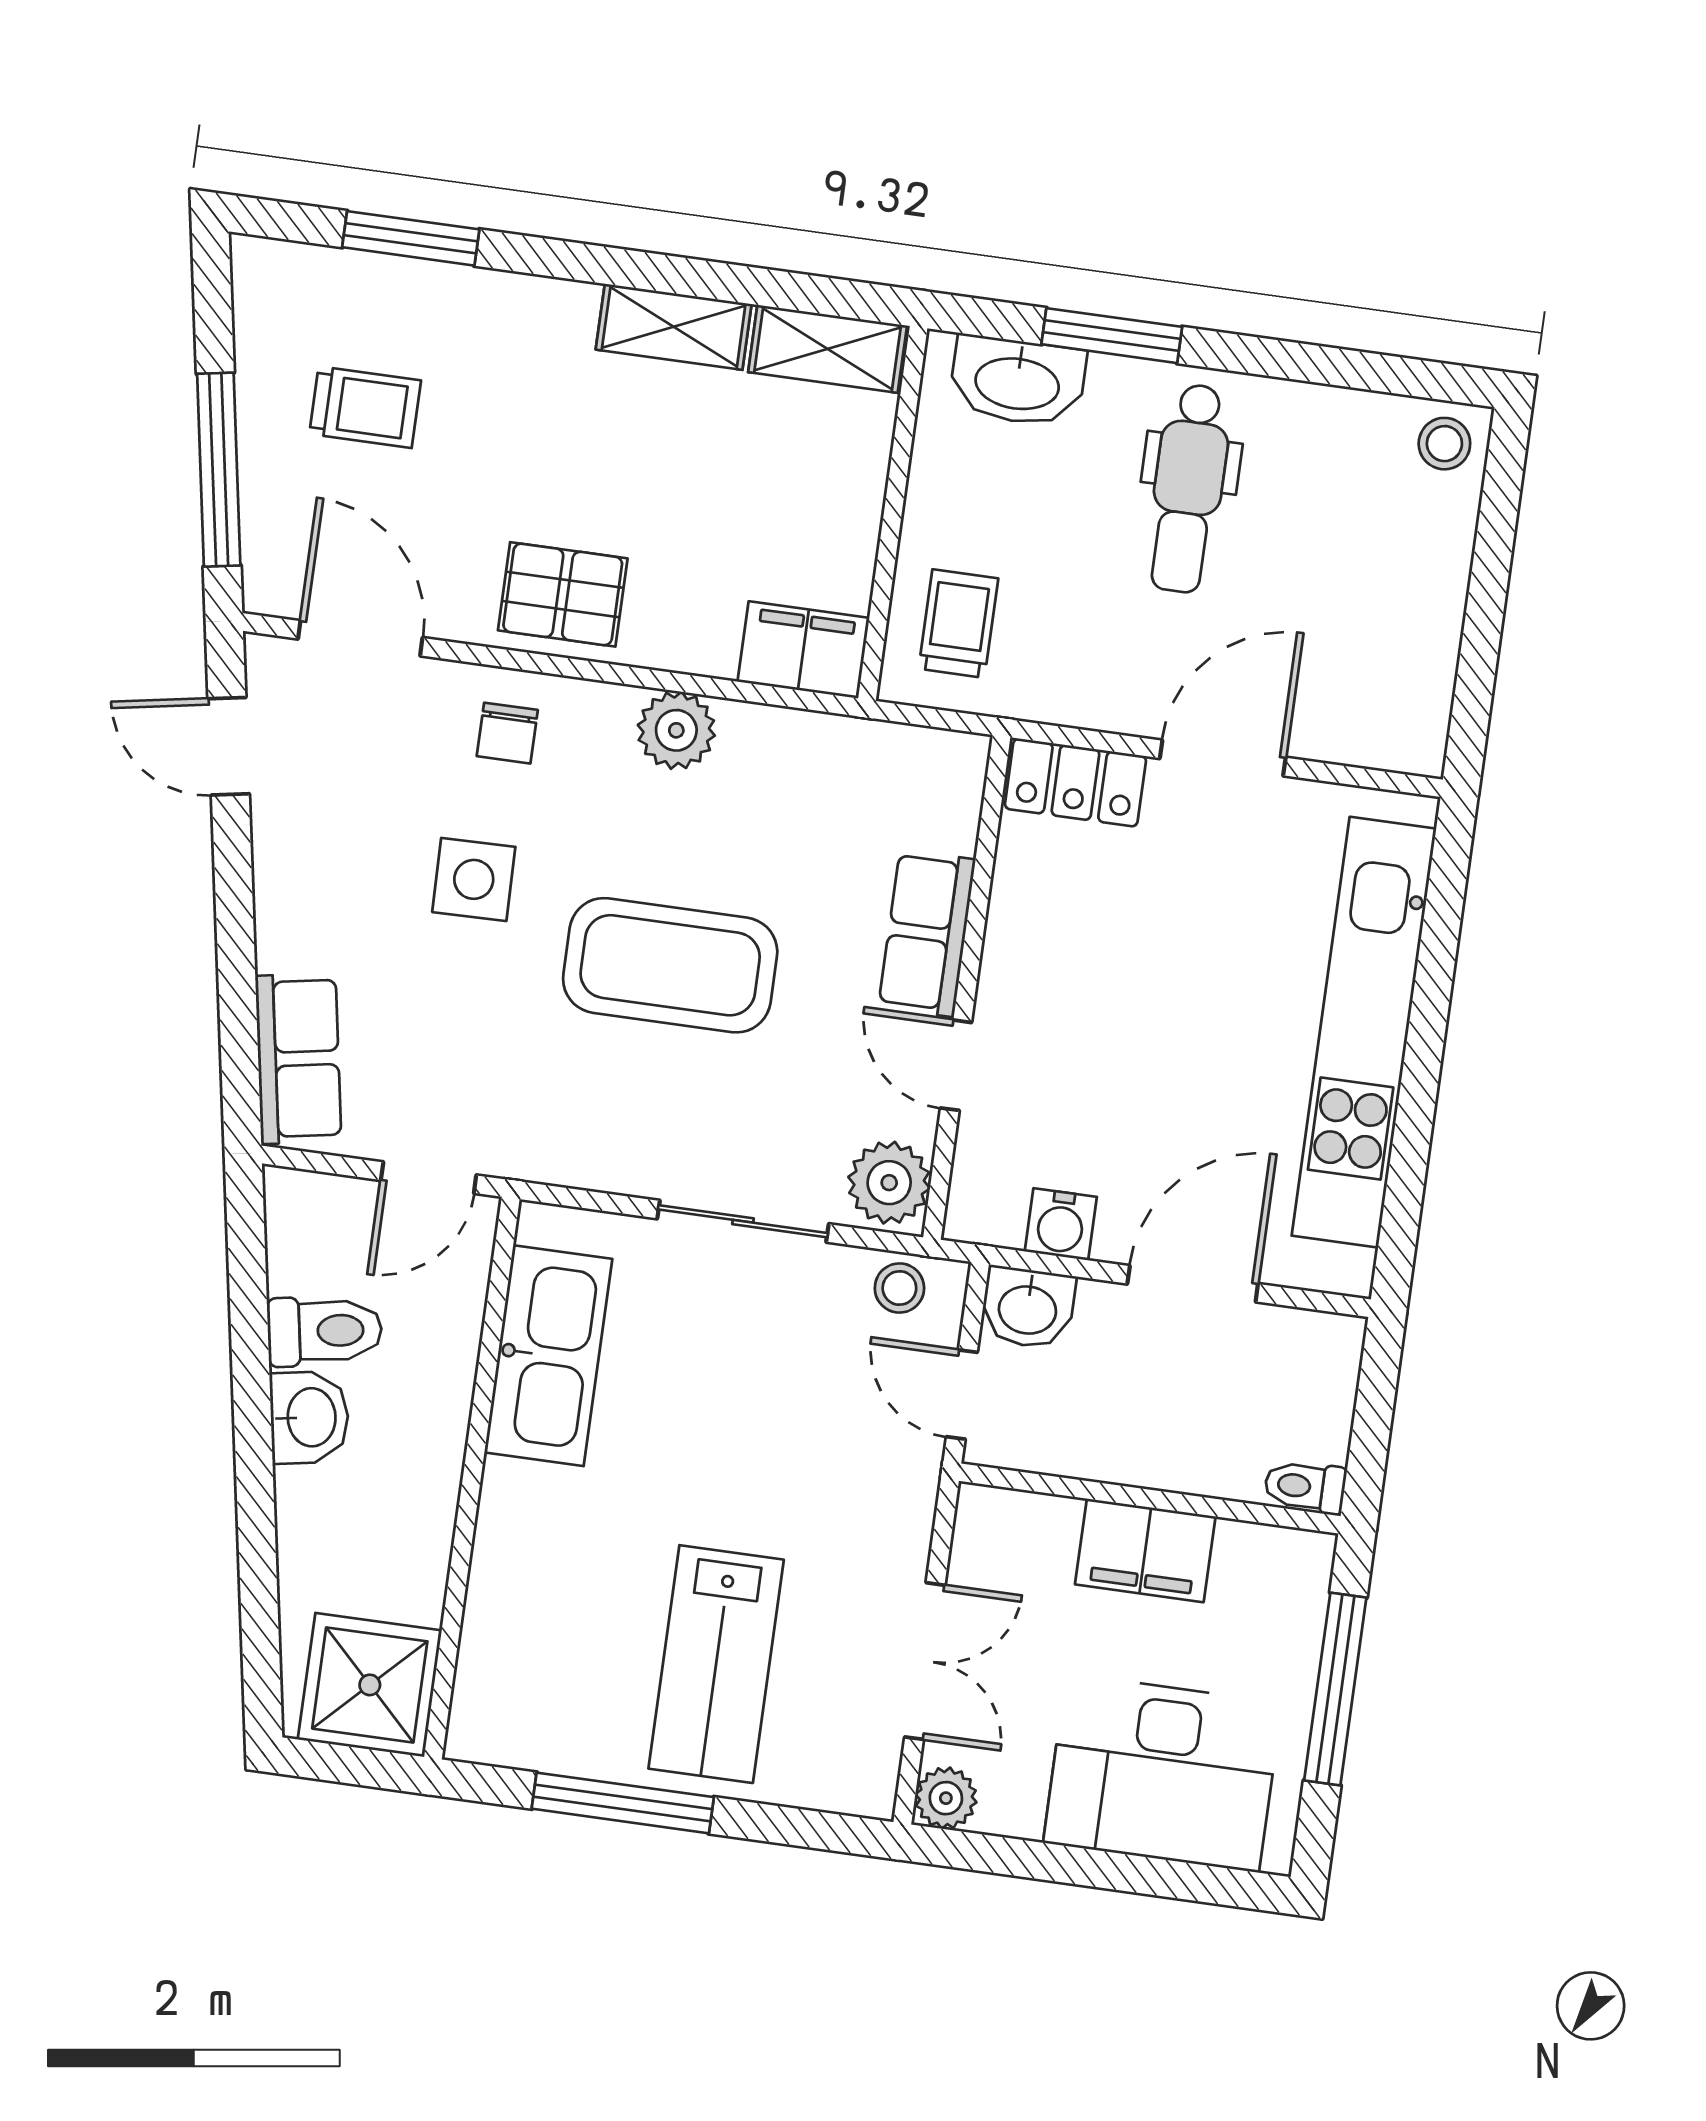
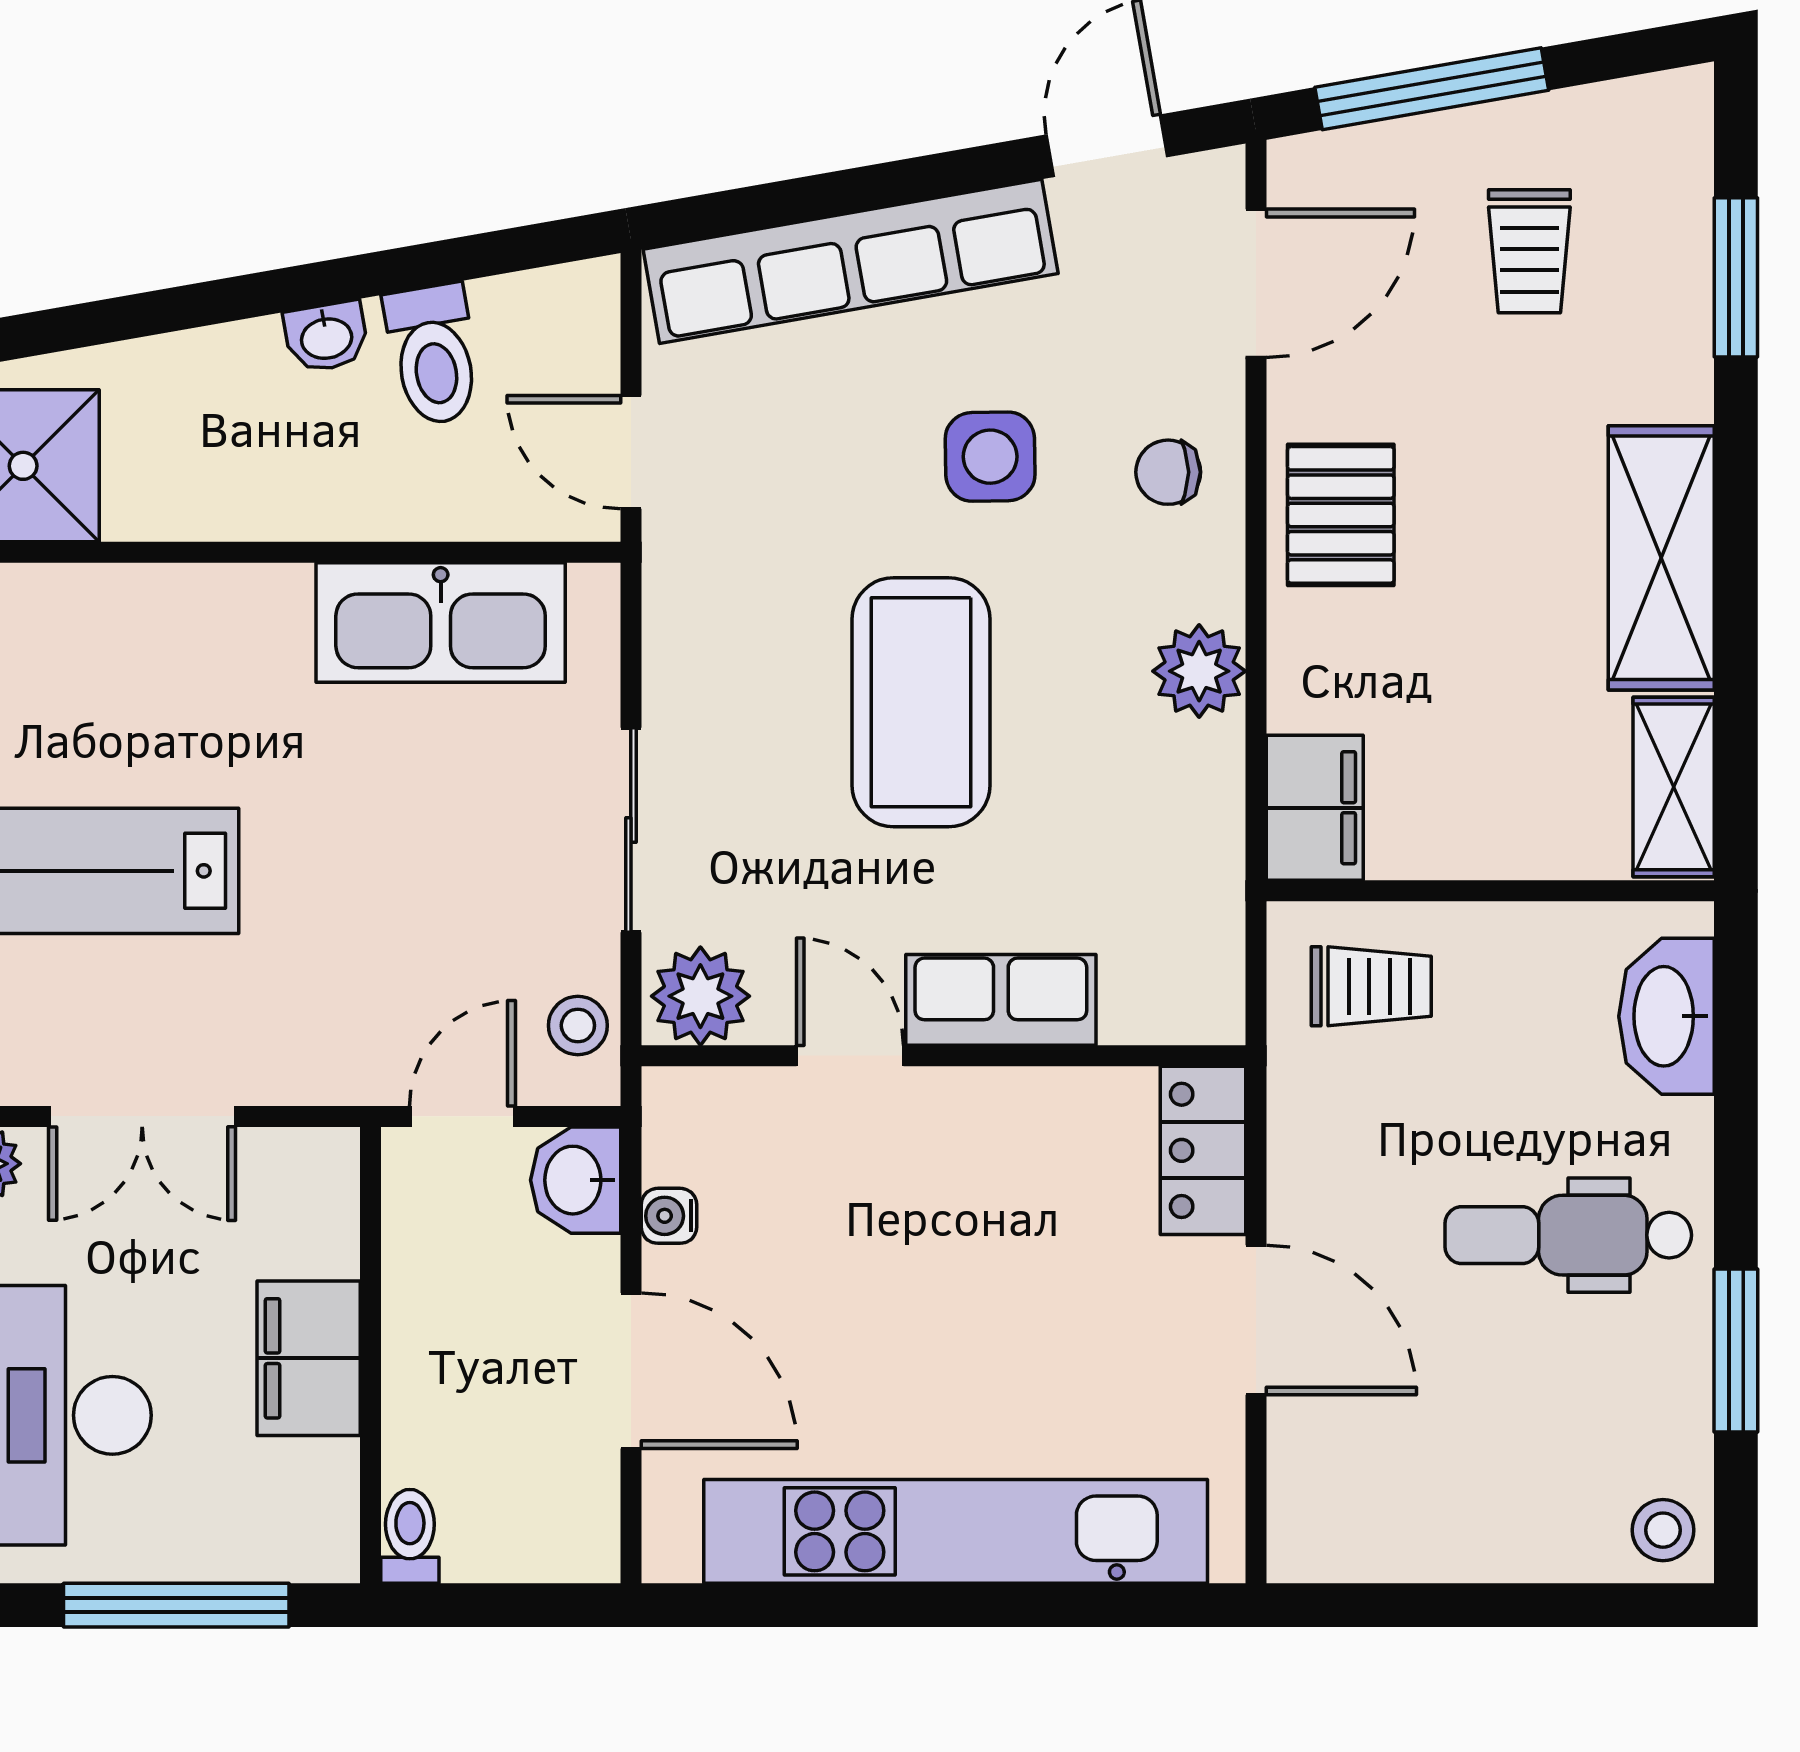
shelving: (674, 327) -> (1661, 558), width x1.50, depth x1.33
window: (1112, 336) -> (1736, 1351), moved
row of seats: (298, 1059) -> (851, 261), width x2.02
door: (956, 1065) -> (850, 1056), hinge flipped
water cooler: (1061, 1224) -> (669, 1216), width x0.72, depth x0.72
washbasin: (309, 1417) -> (326, 337), width x0.72, depth x0.69

